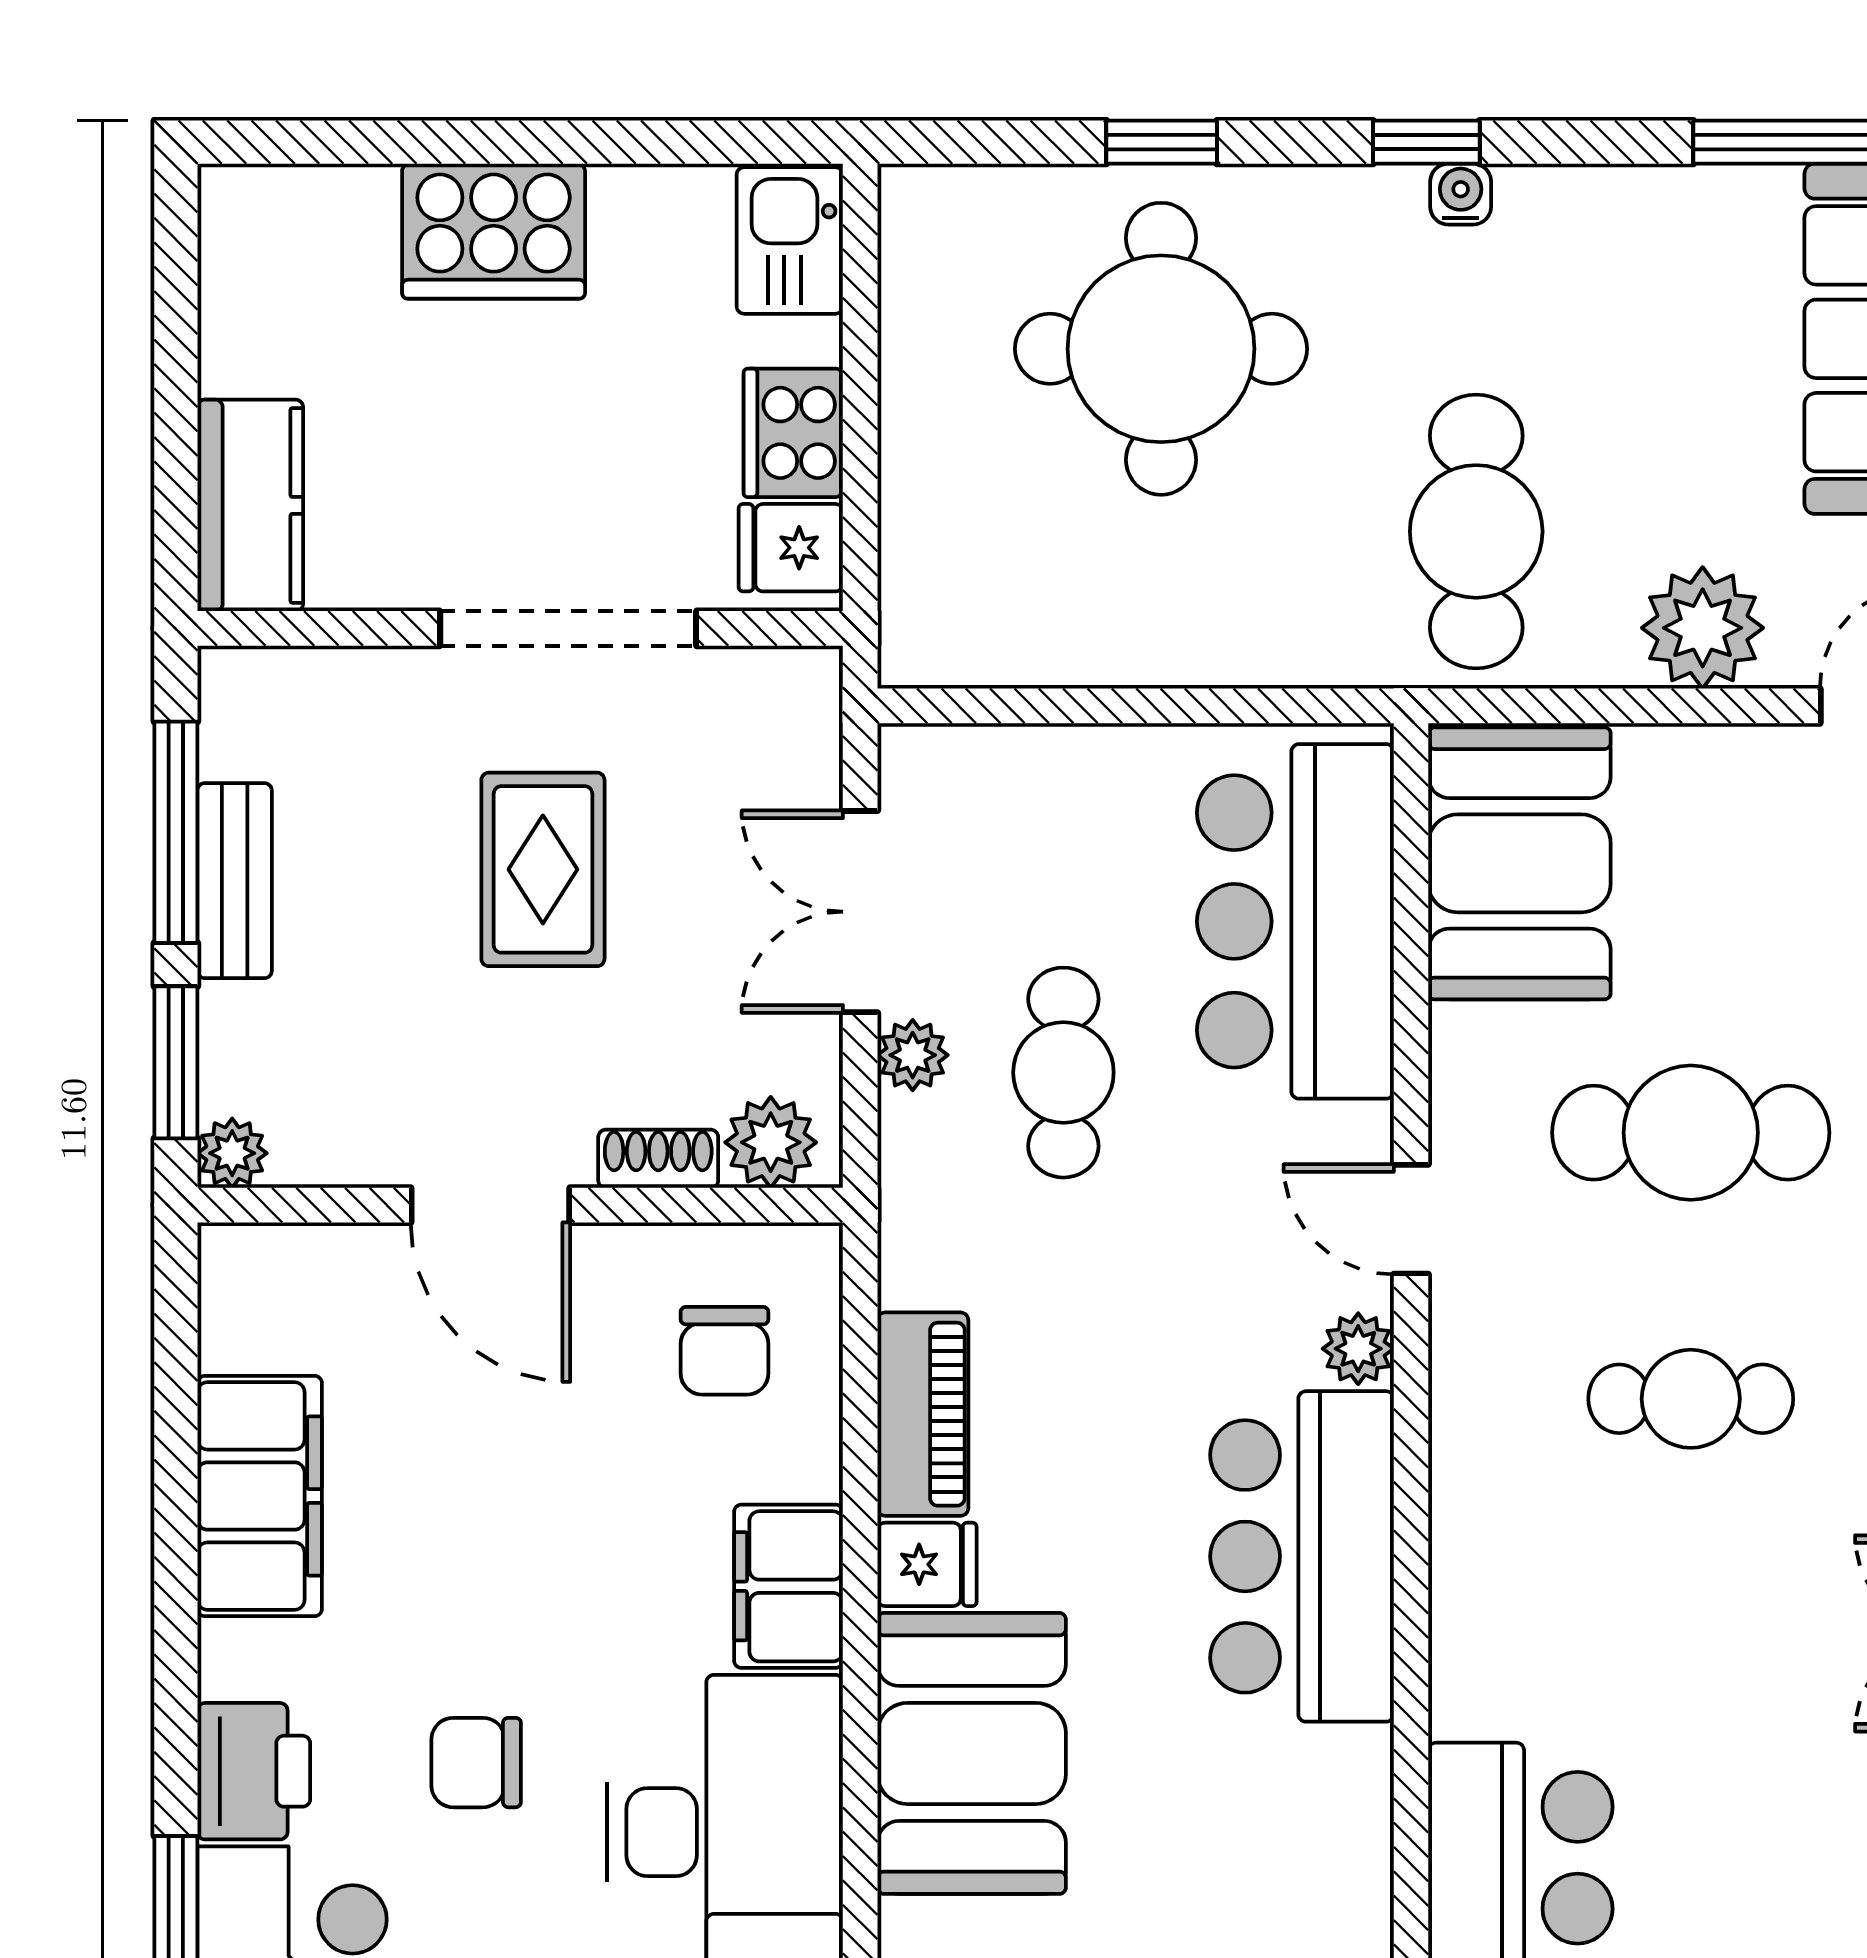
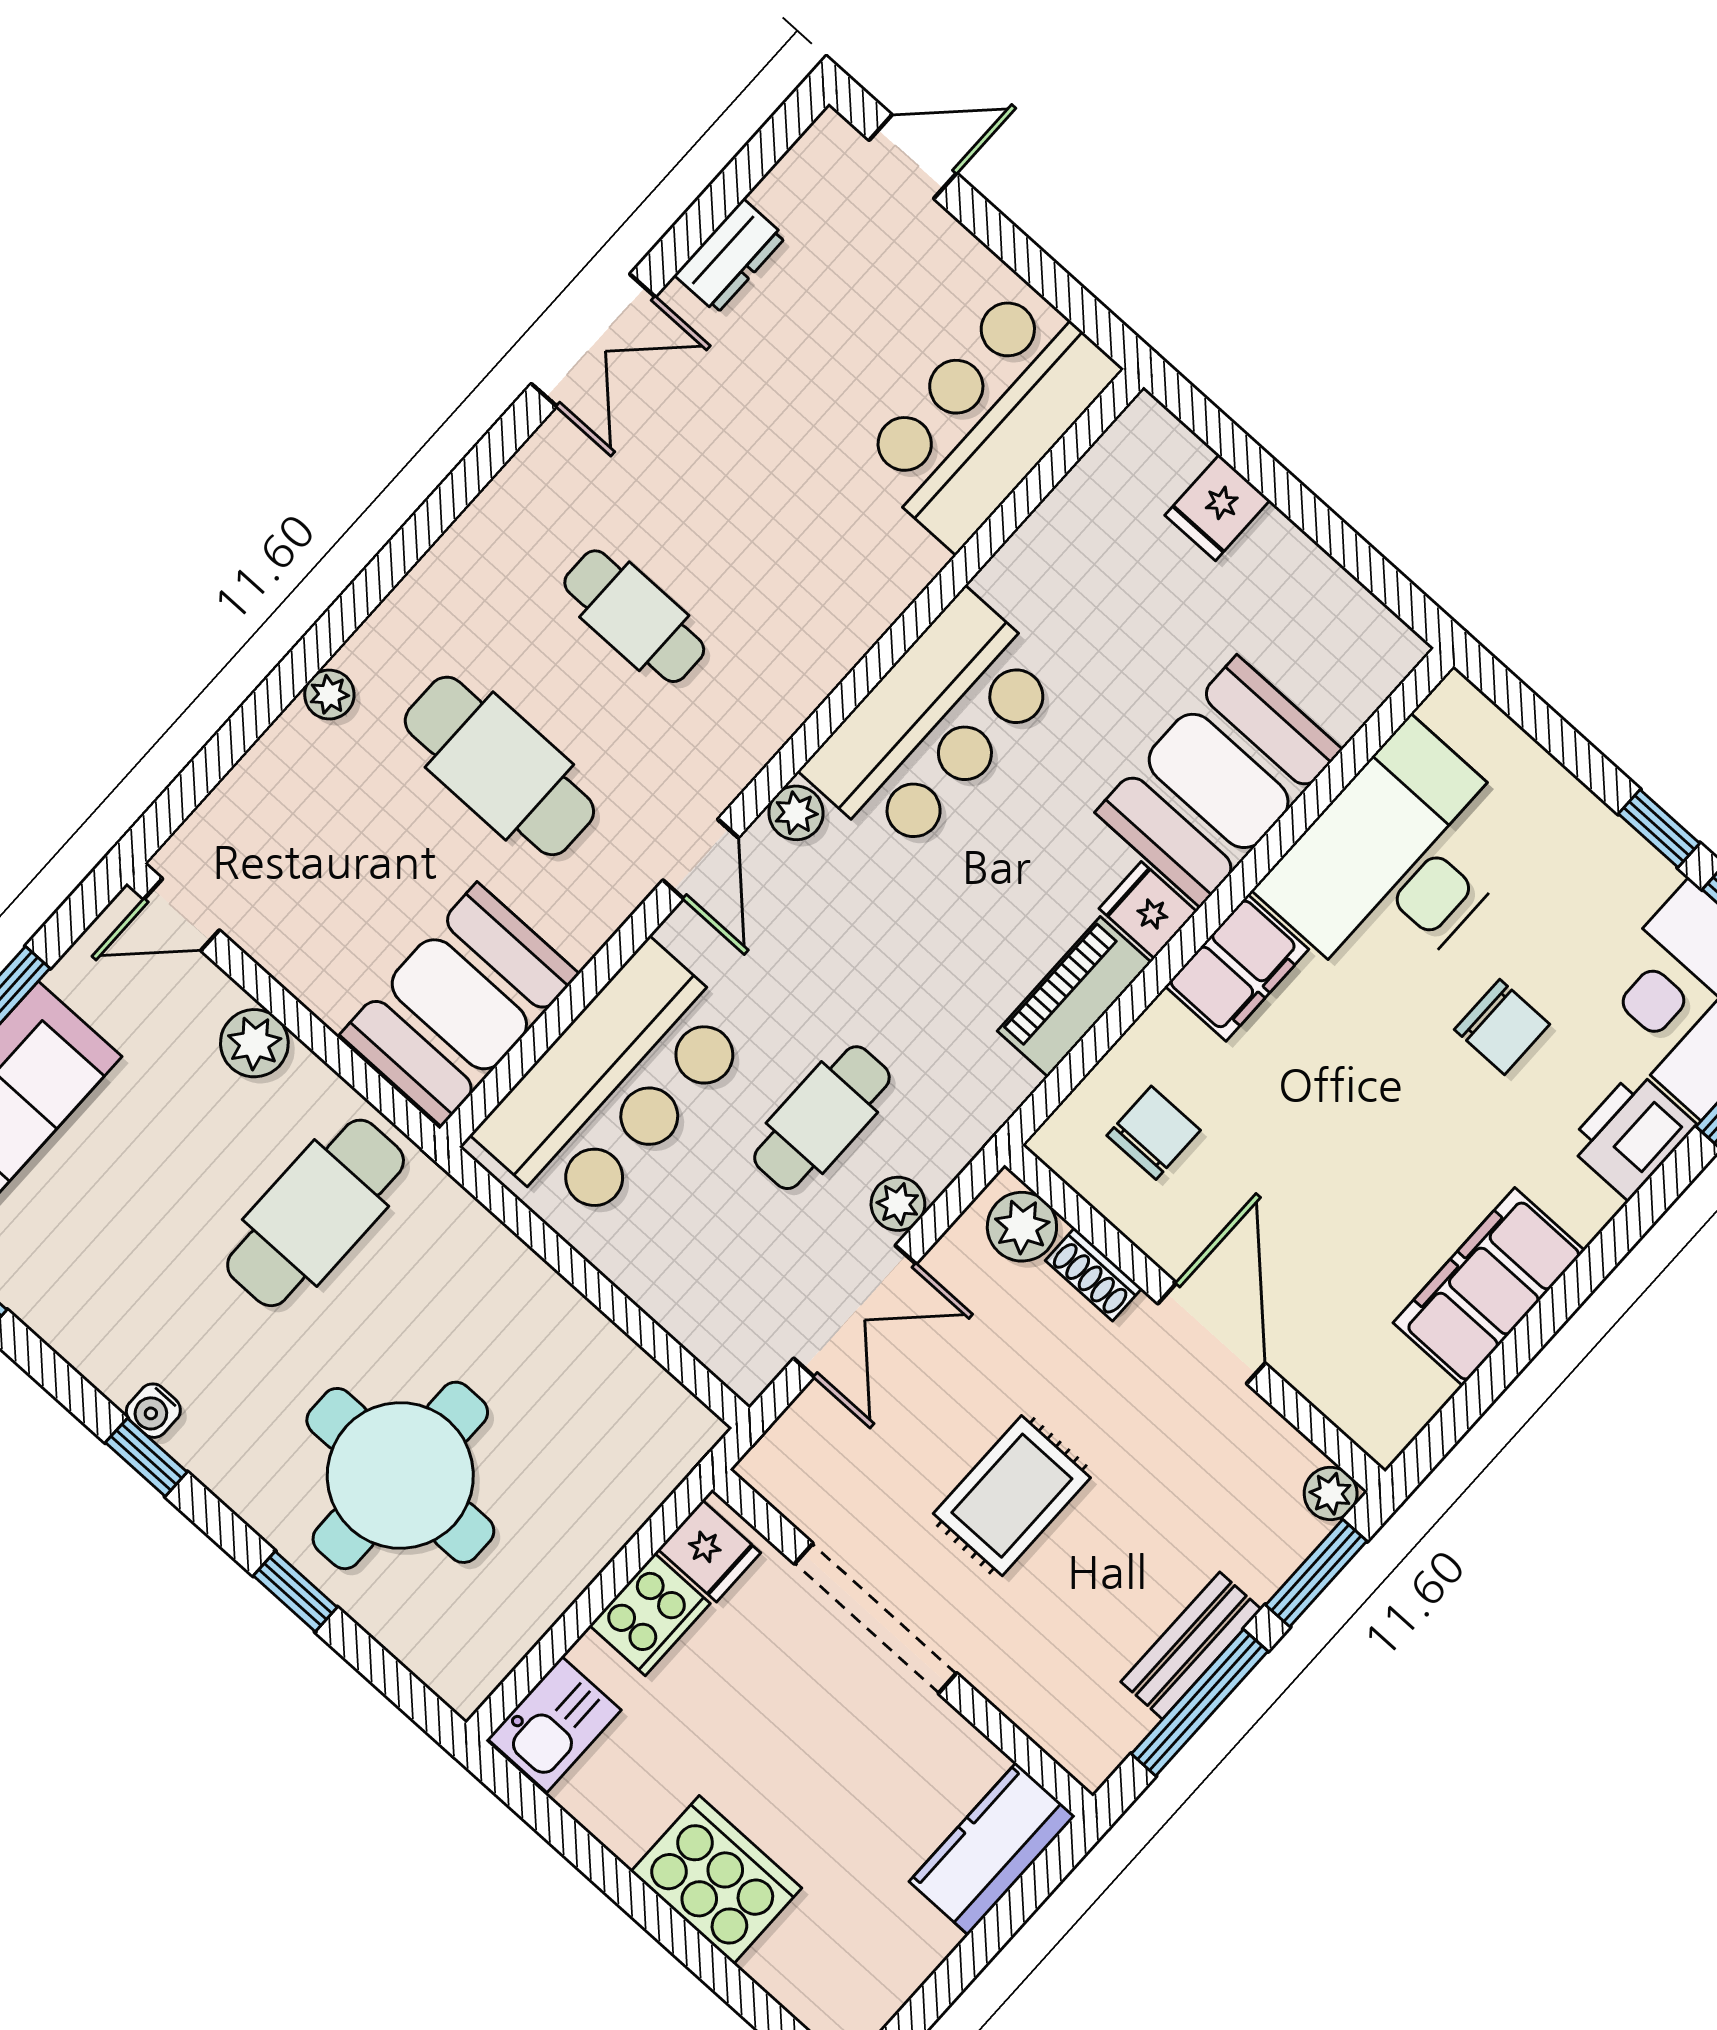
plant: (1703, 628) -> (254, 1043), width x0.73, depth x0.73

